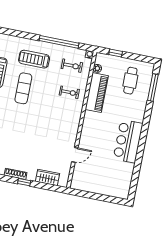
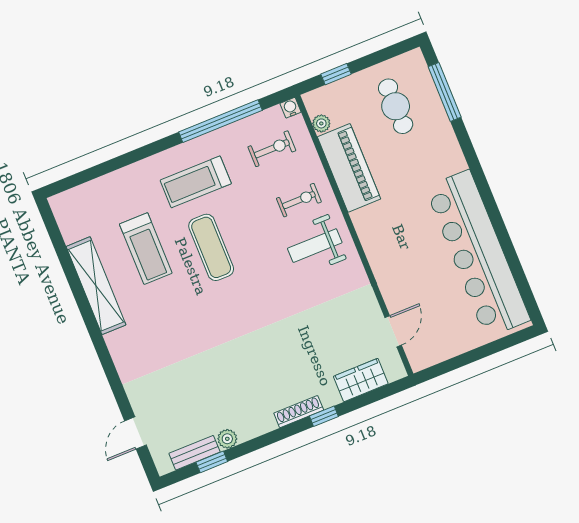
weight bench: (64, 114) -> (315, 246), added
bar counter: (128, 141) -> (478, 254), width x1.86
door: (75, 155) -> (393, 331), moved

